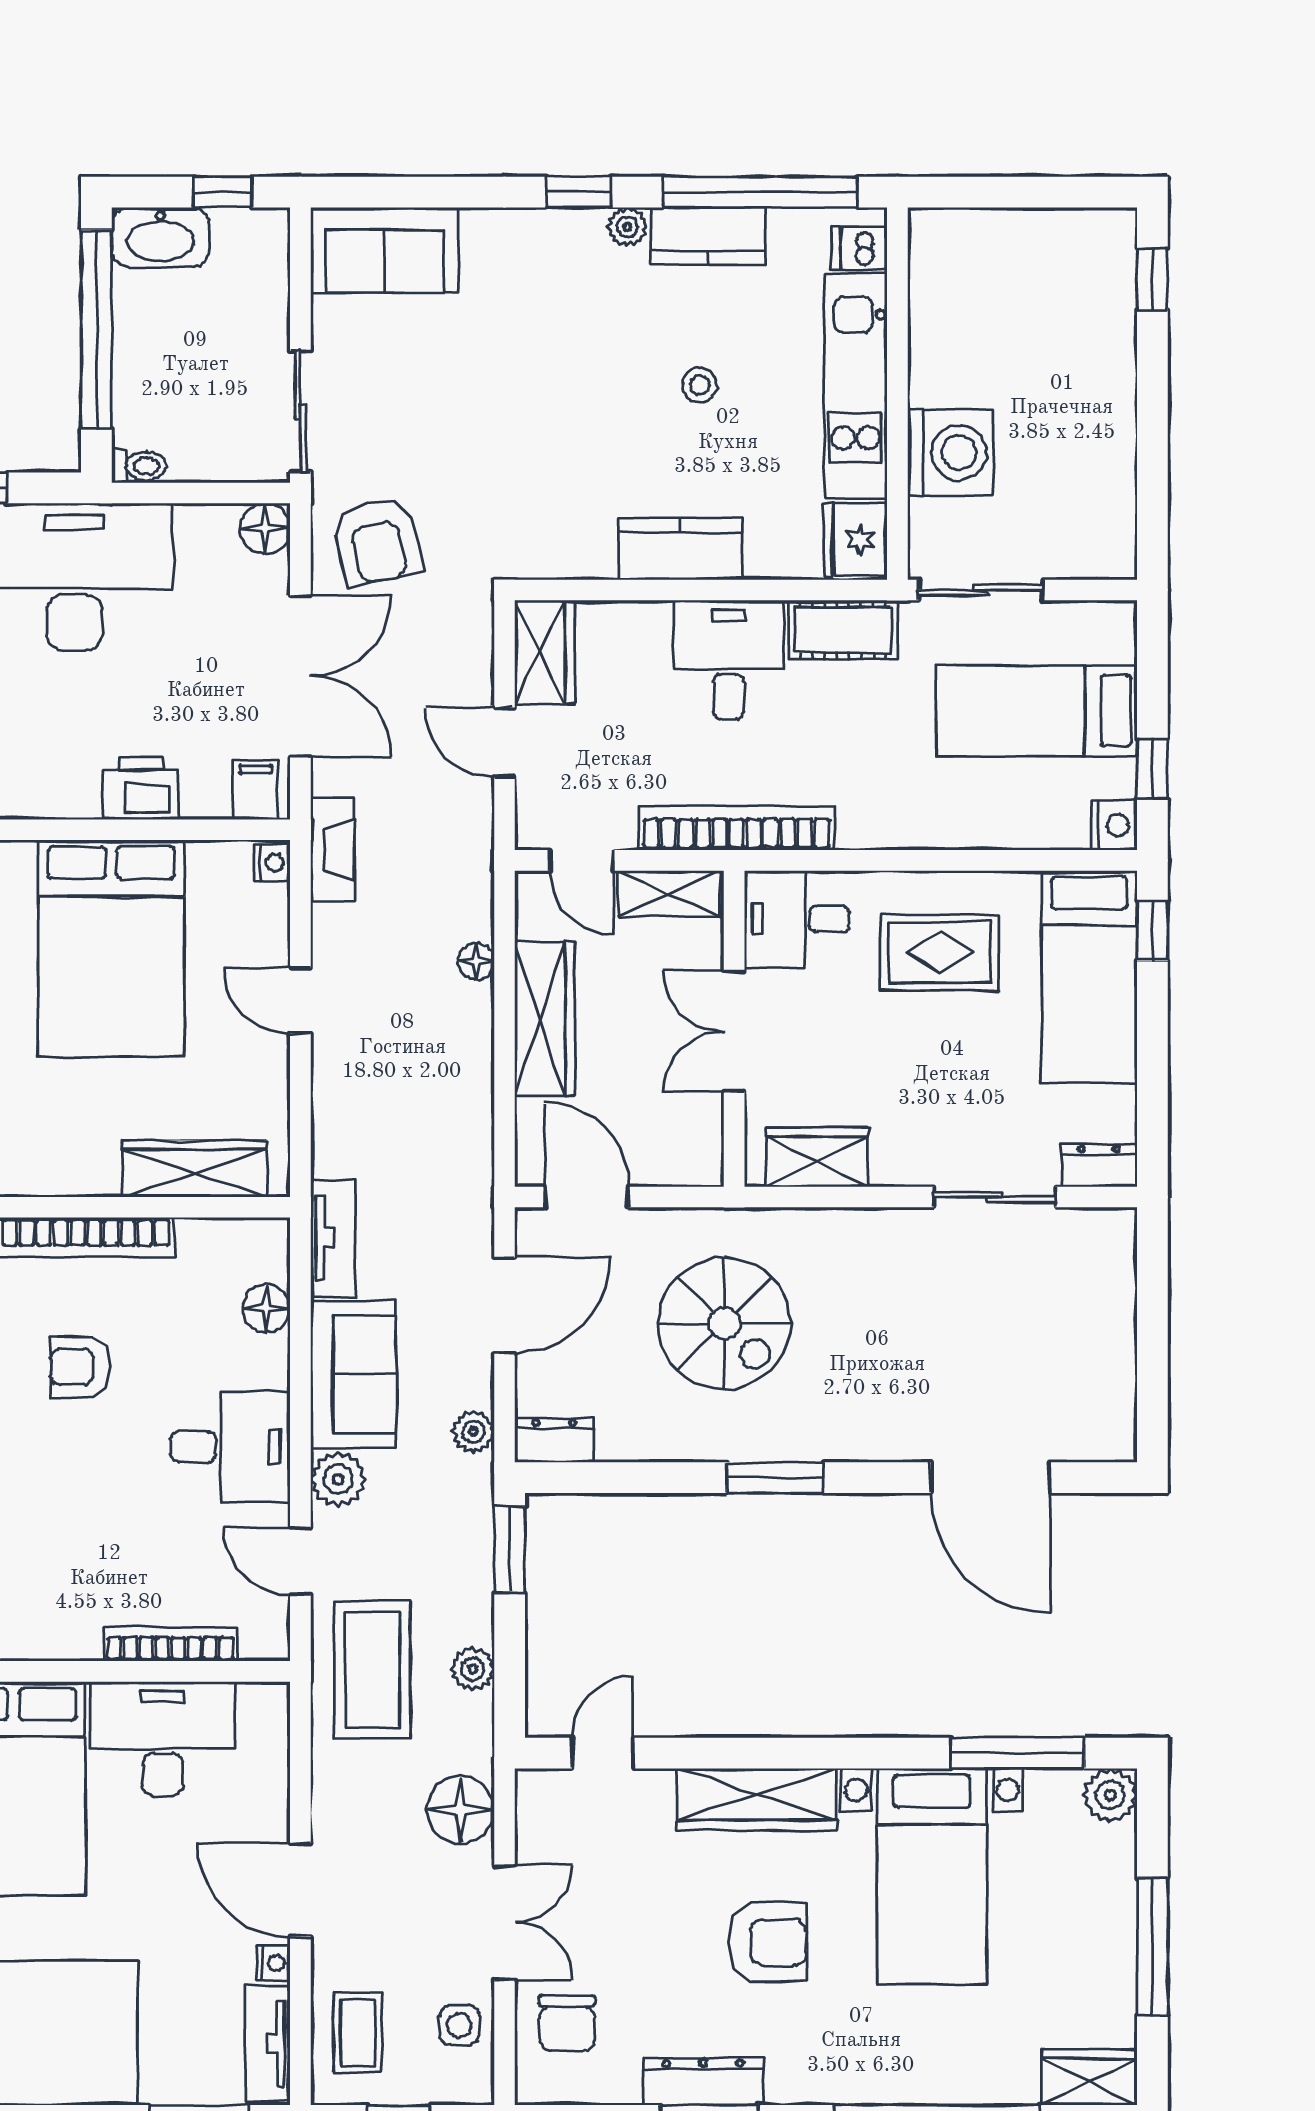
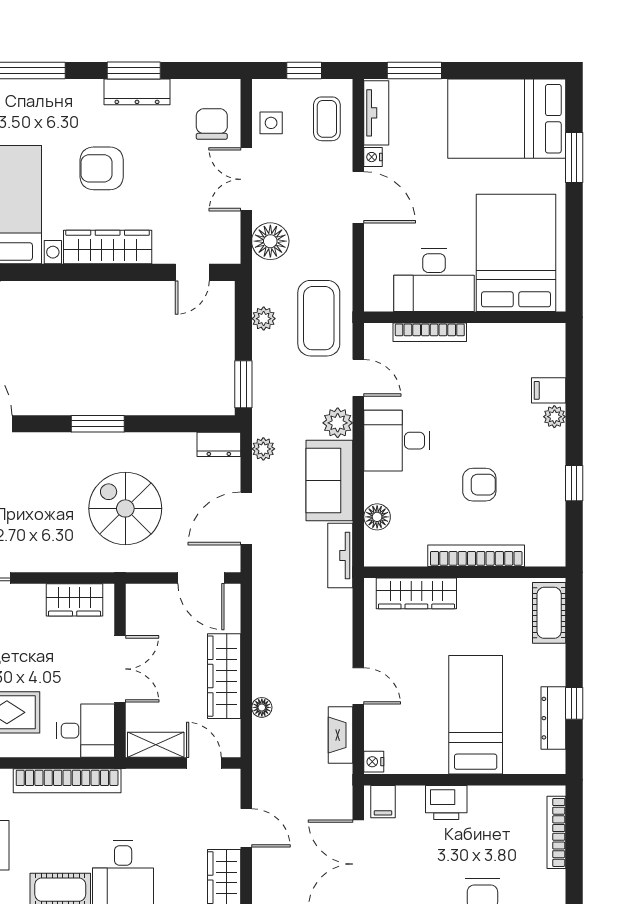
bookcase: (737, 828) -> (67, 781), moved
fireplace: (333, 850) -> (341, 735), moved
bed: (111, 948) -> (476, 715), width x0.67

